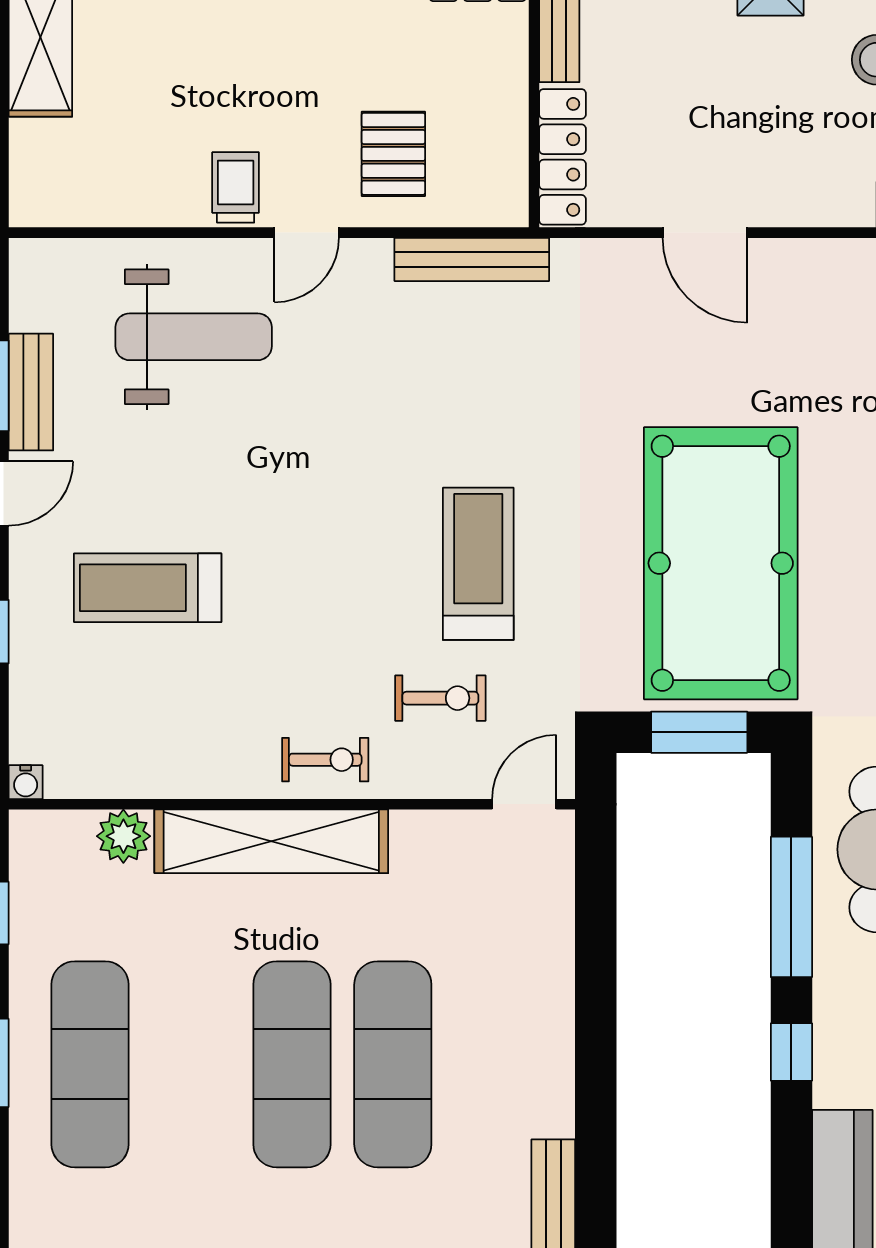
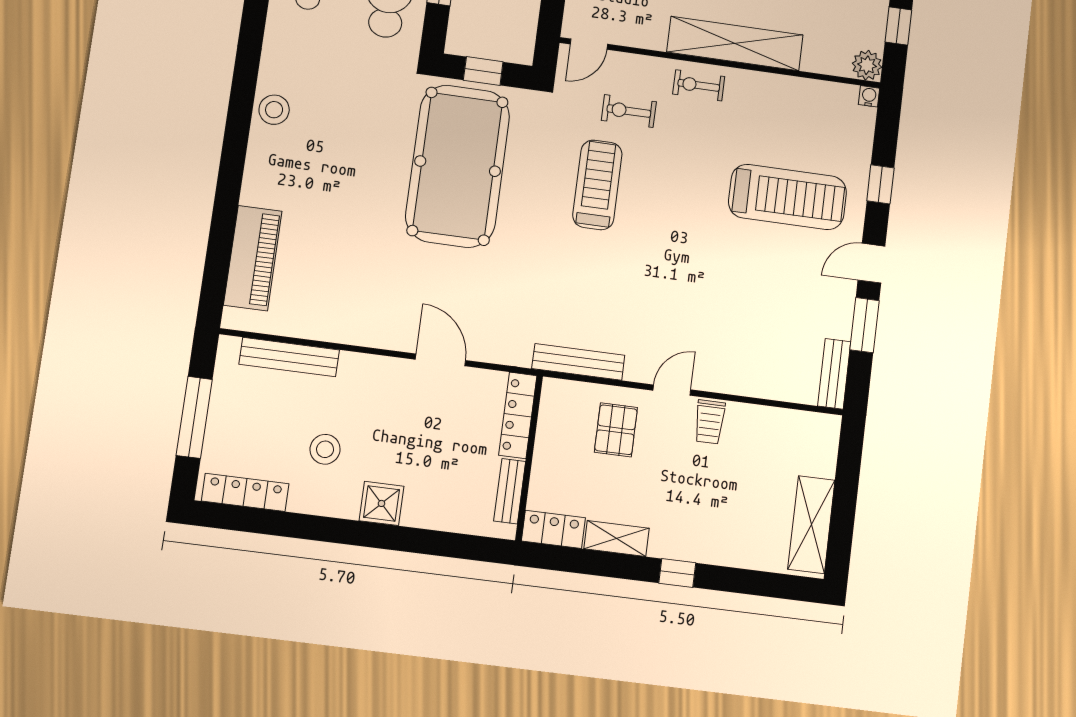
weight bench: (194, 337) -> (744, 338), removed
bench: (31, 392) -> (834, 374), moved
treadmill: (478, 564) -> (597, 185), turned 180
treadmill: (148, 588) -> (787, 197), width x1.37, depth x1.38
window: (699, 732) -> (483, 71), width x0.67
plant: (123, 836) -> (867, 65), moved

